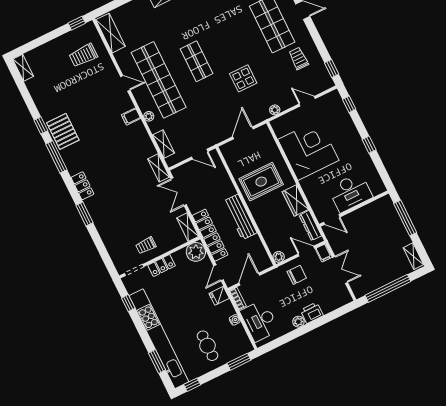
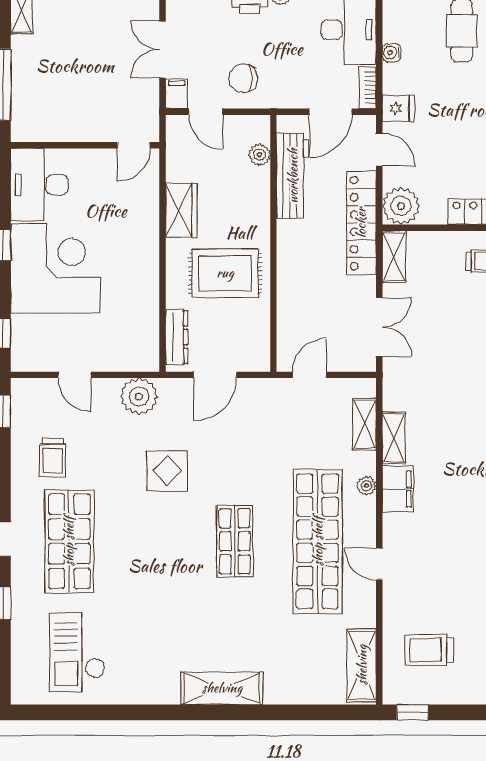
trolley: (83, 55) -> (429, 650), turned 180
plant: (275, 110) -> (139, 396), width x1.87, depth x1.87
filing cabinet: (131, 117) -> (398, 489), width x2.00
corner desk: (308, 150) -> (56, 268), moved, turned 180
door: (200, 154) -> (310, 375), hinge flipped
shelving: (159, 168) -> (394, 438), moved
desk: (350, 192) -> (39, 185), moved, turned -90
workbench: (240, 217) -> (293, 176), moved
door: (332, 220) -> (134, 145), swing flipped
dresser: (310, 226) -> (177, 337), moved
plant: (279, 257) -> (260, 155), moved
door: (219, 273) -> (379, 150), hinge flipped

